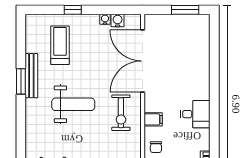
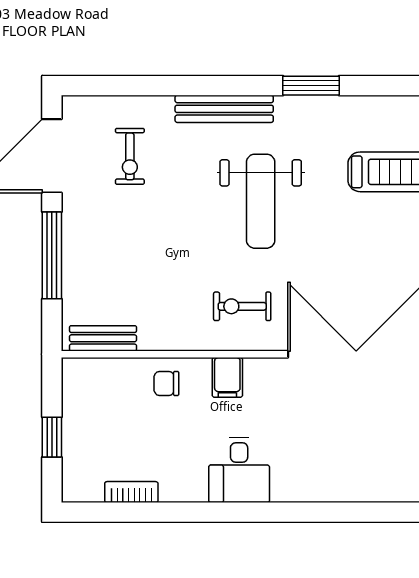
bench: (31, 76) -> (224, 109), moved
exercise bike: (121, 113) -> (242, 306), width x0.73, depth x0.72

